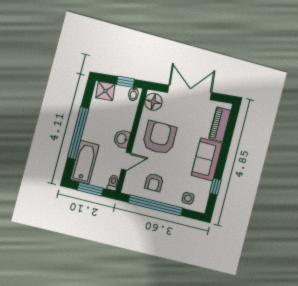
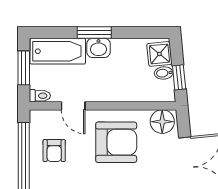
bidet: (133, 94) -> (164, 73), moved
window: (78, 133) -> (94, 32), width x0.47
washbasin: (122, 139) -> (99, 48), moved, turned 180
armchair: (154, 182) -> (54, 151), turned -90

